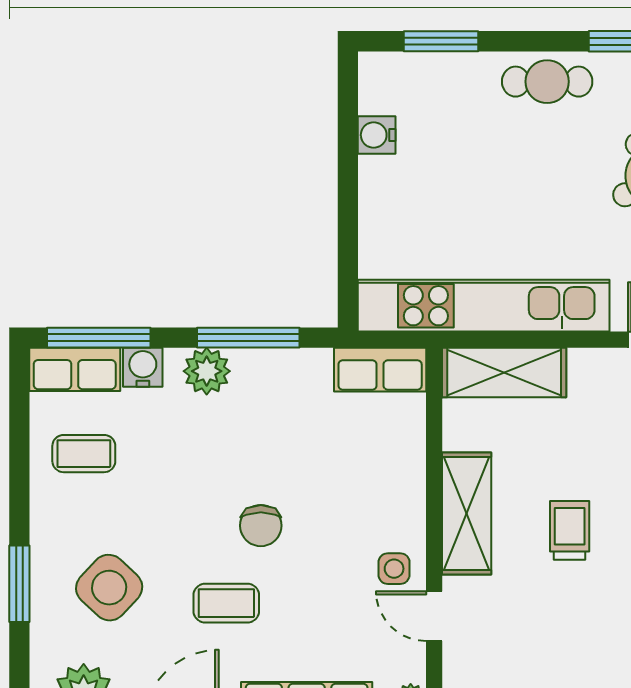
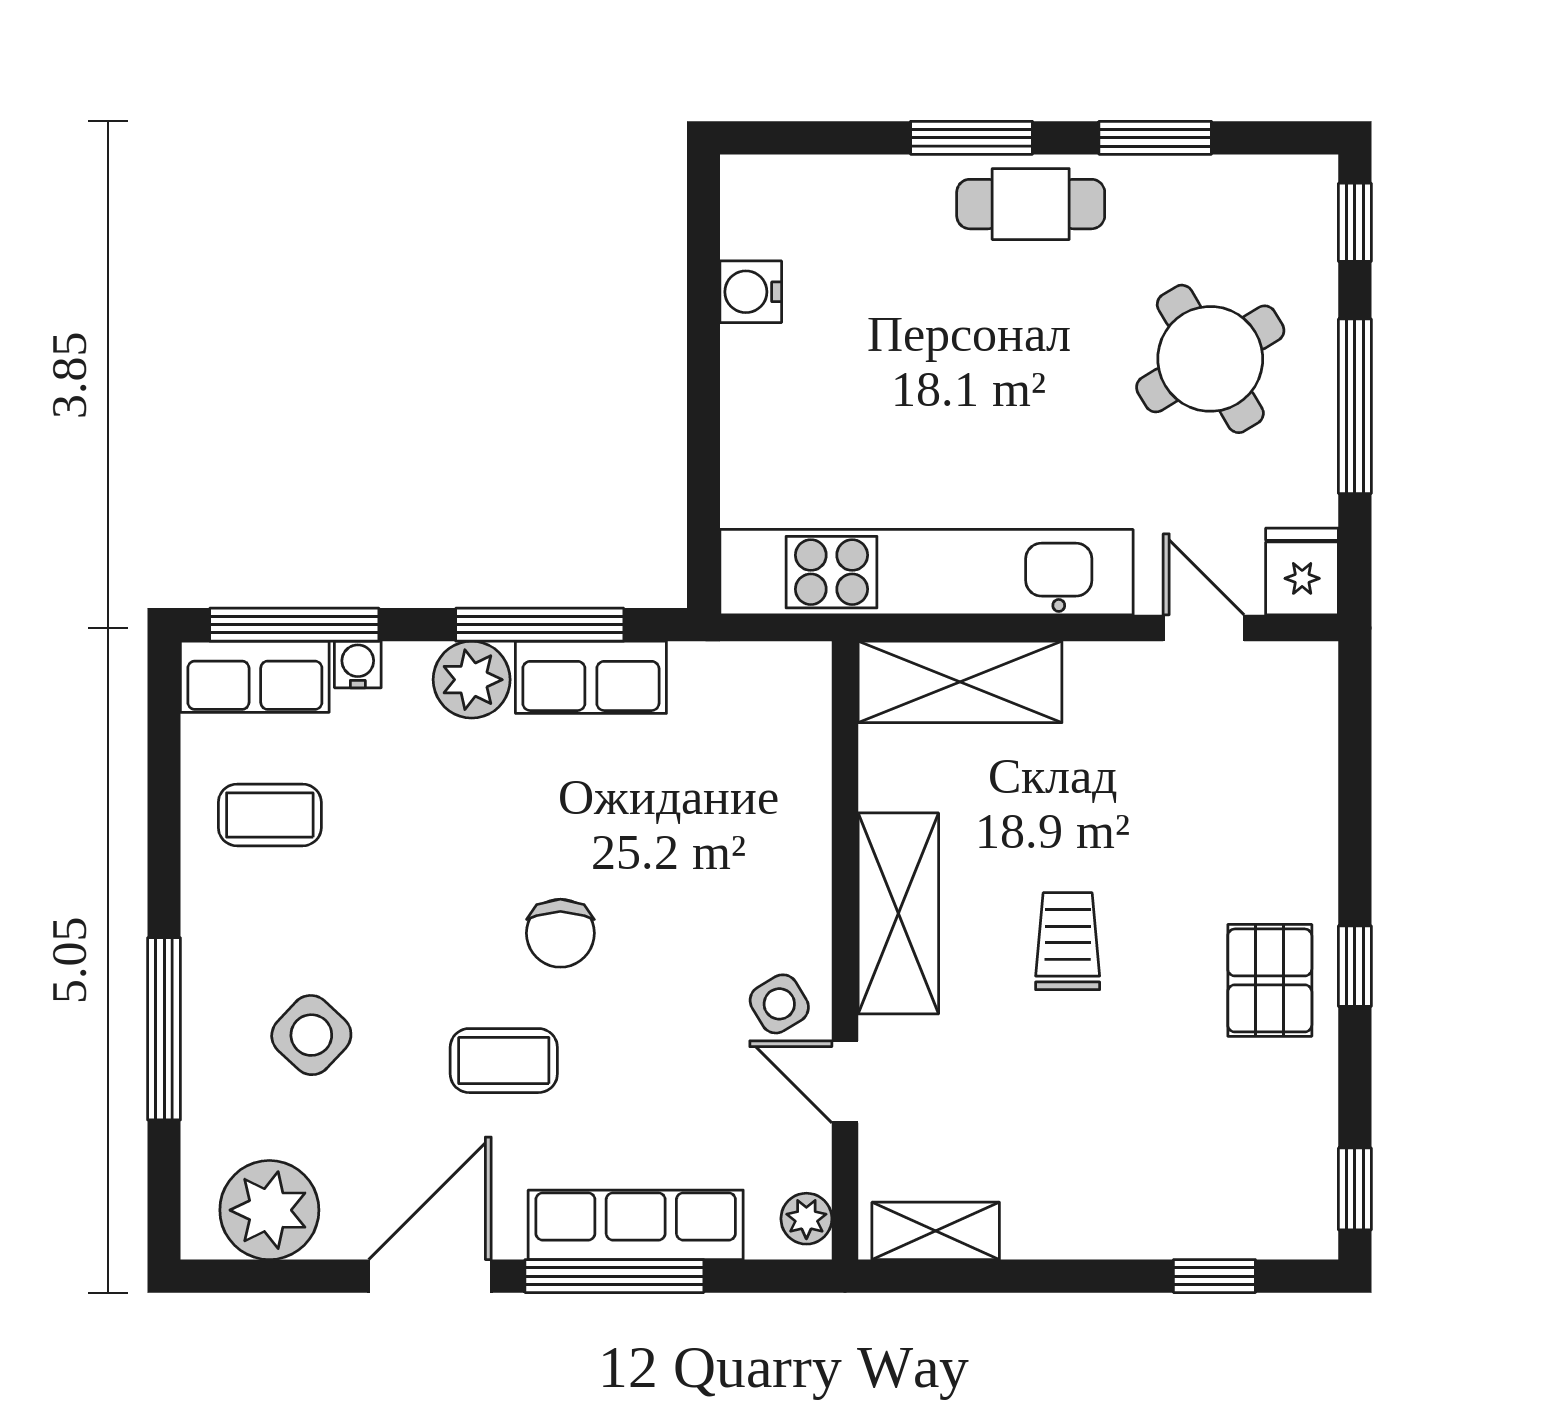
window: (441, 41) -> (971, 138), moved
water cooler: (143, 367) -> (358, 664), width x0.72, depth x0.72
row of seats: (380, 370) -> (591, 677), moved
side table: (394, 569) -> (779, 1004), turned -31
window: (19, 584) -> (164, 1029), width x1.44
side table: (109, 588) -> (311, 1035), width x0.73, depth x0.73

